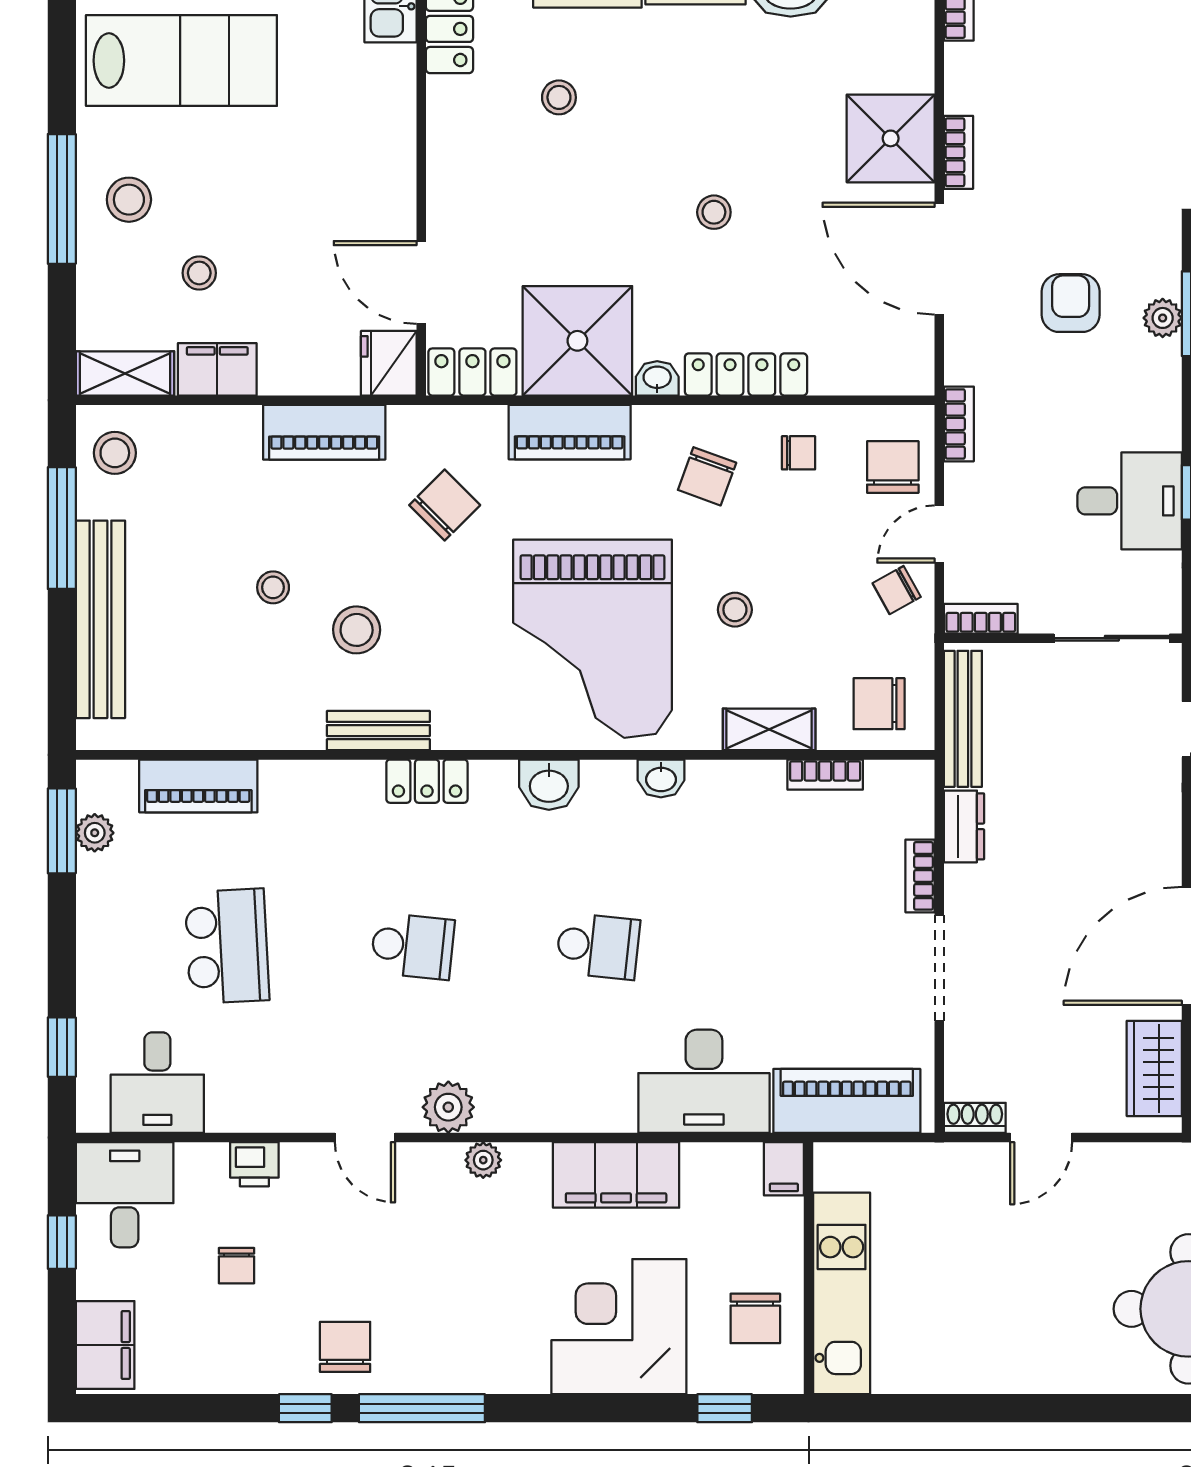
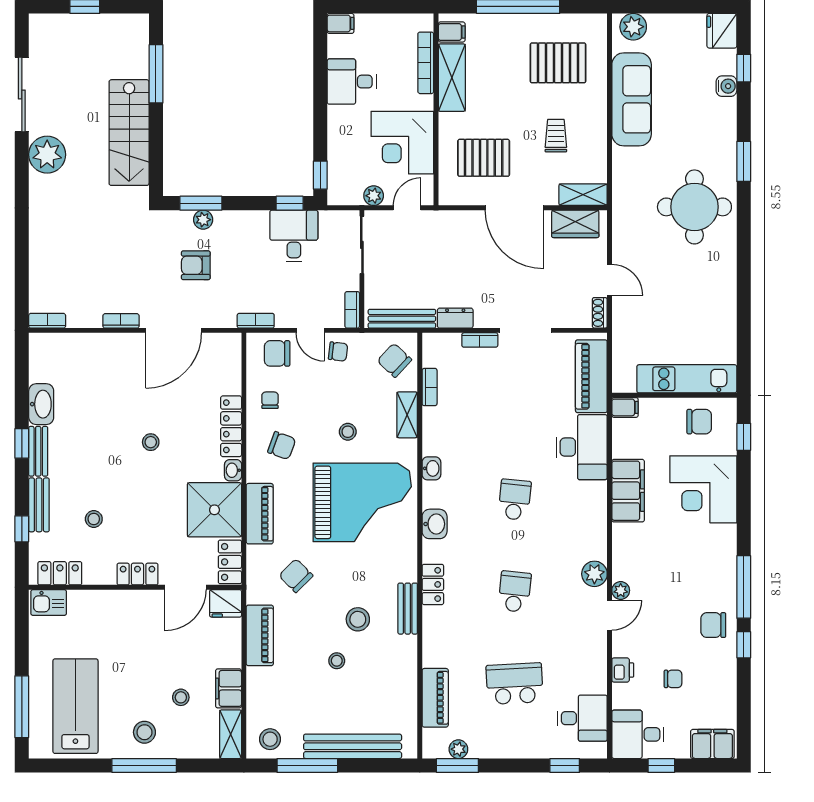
shower: (891, 138) -> (114, 355), removed
locker: (448, 186) -> (137, 574), added
chair: (897, 590) -> (338, 352), turned -54
chair: (879, 704) -> (394, 360), turned 133
plant: (483, 1160) -> (621, 590), moved

